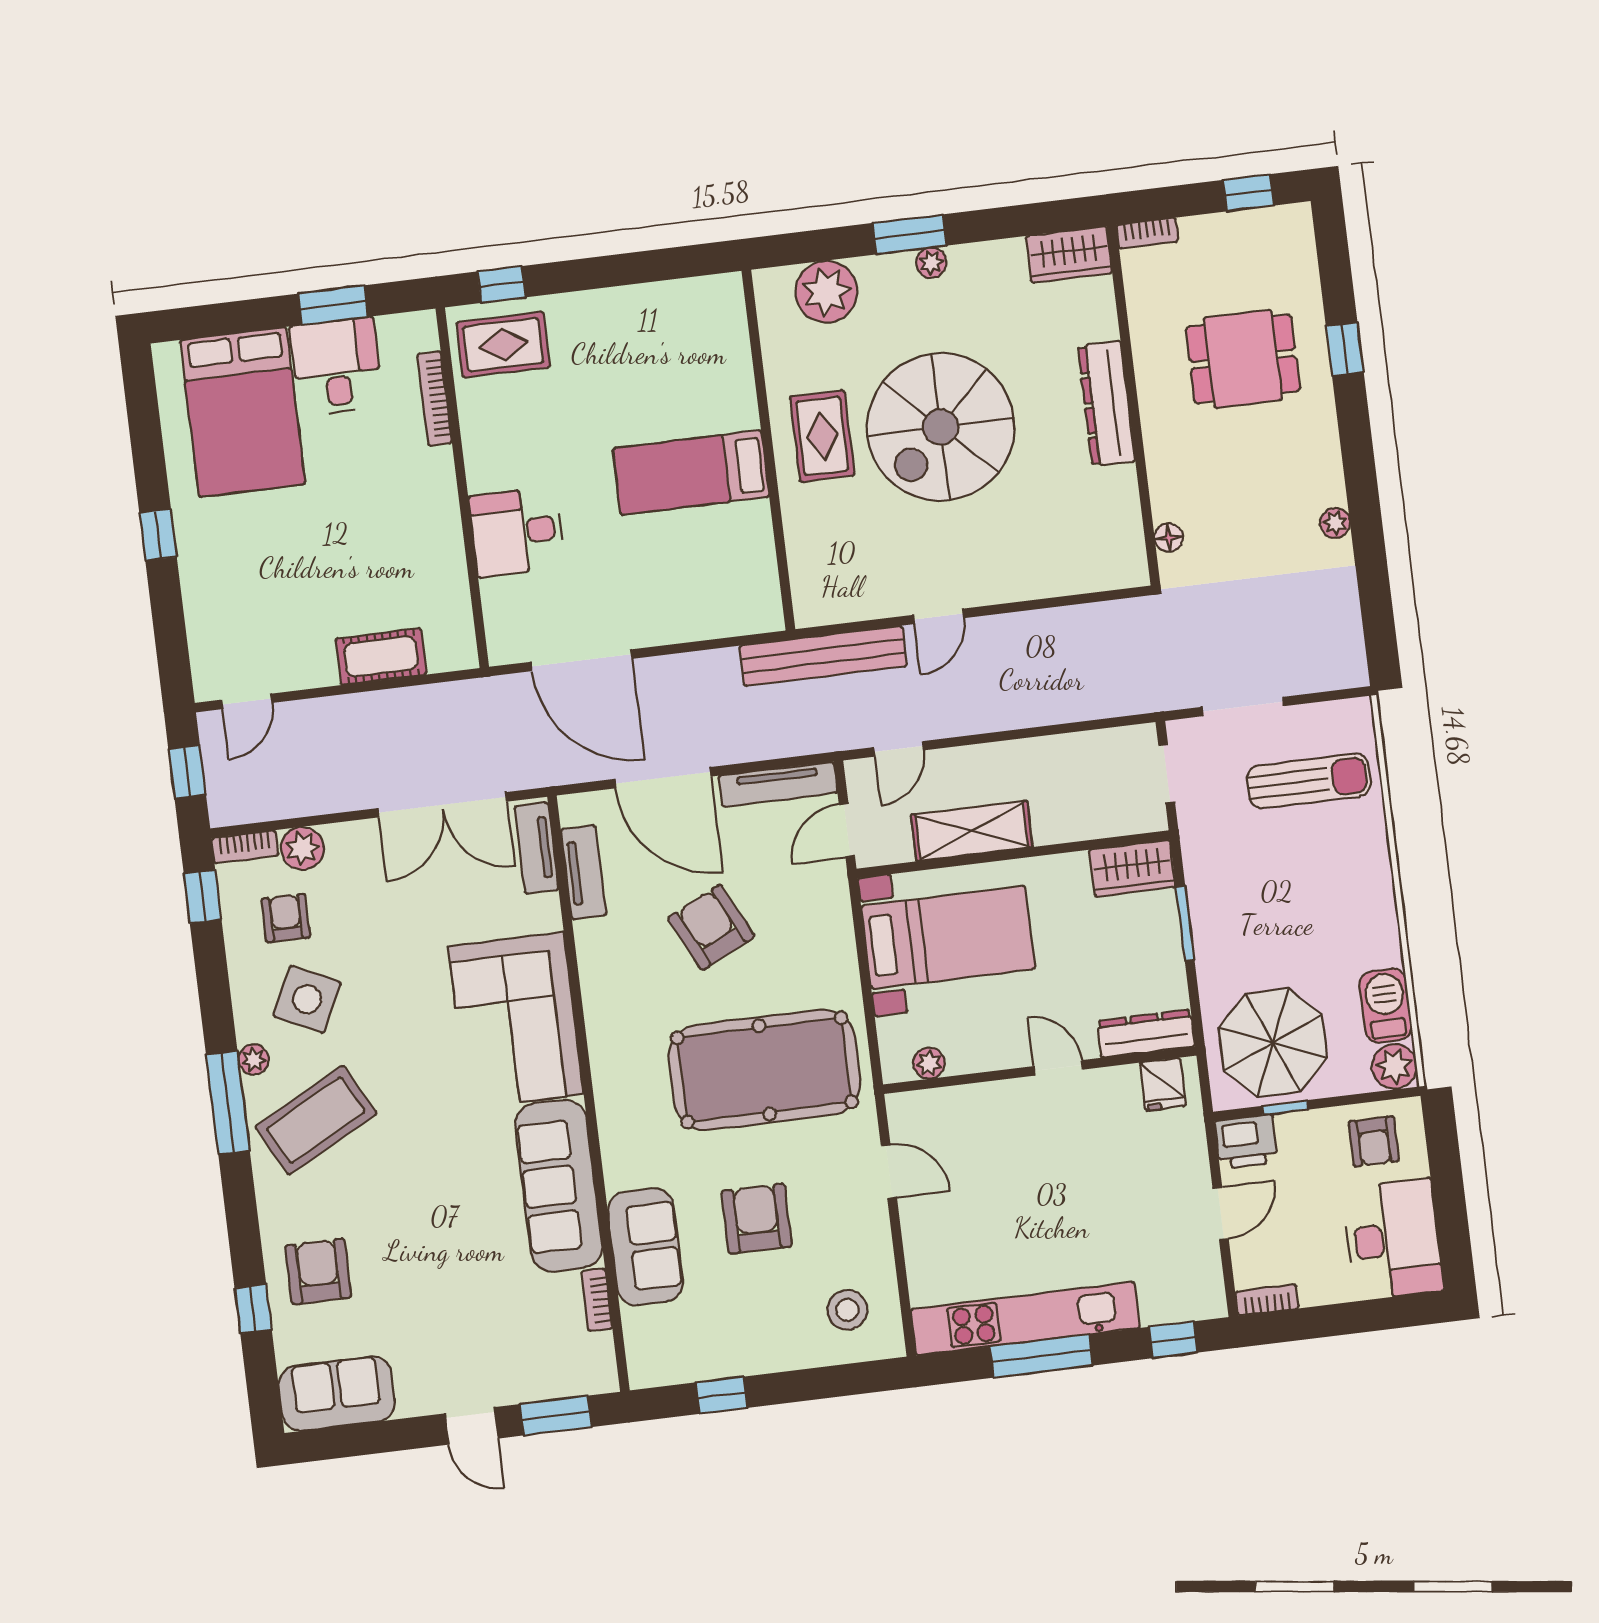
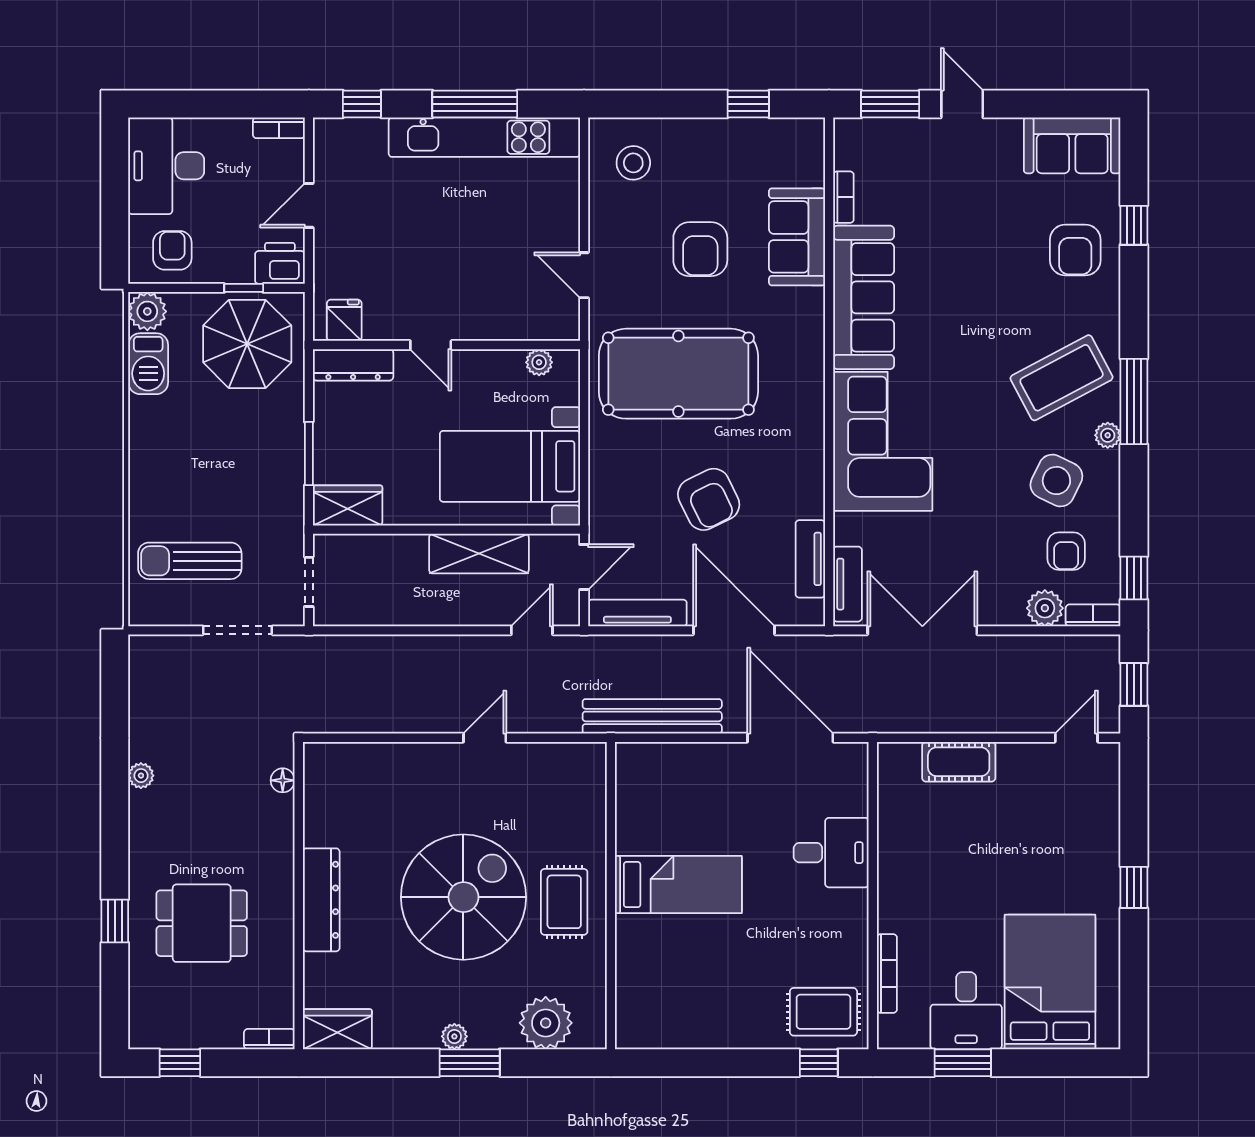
bench: (823, 656) -> (652, 716), moved

